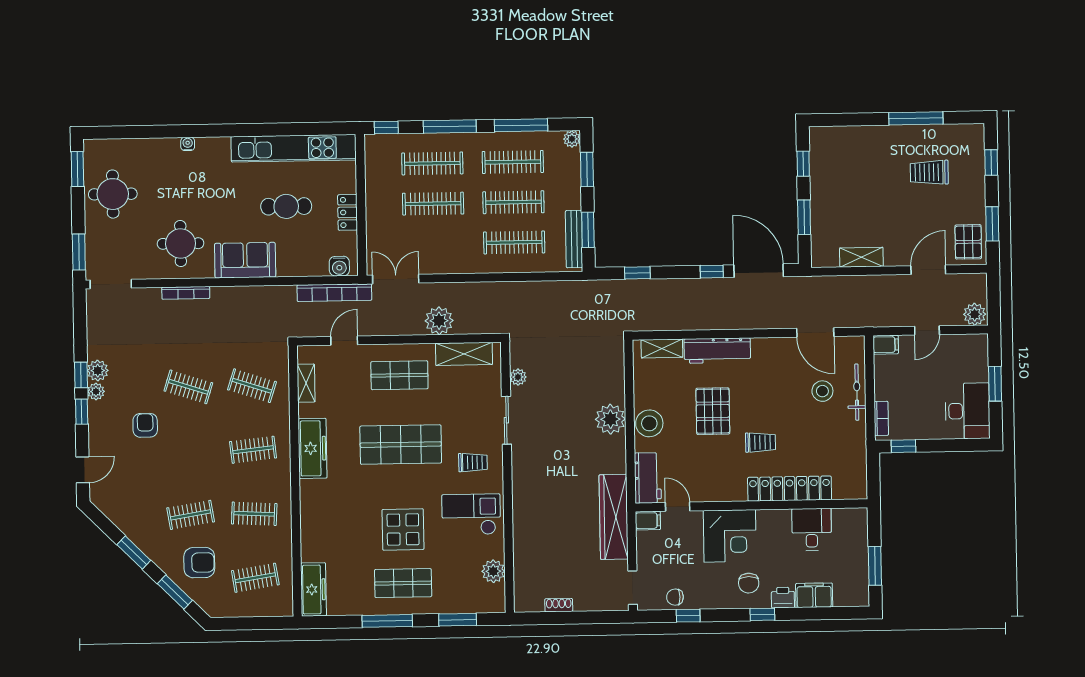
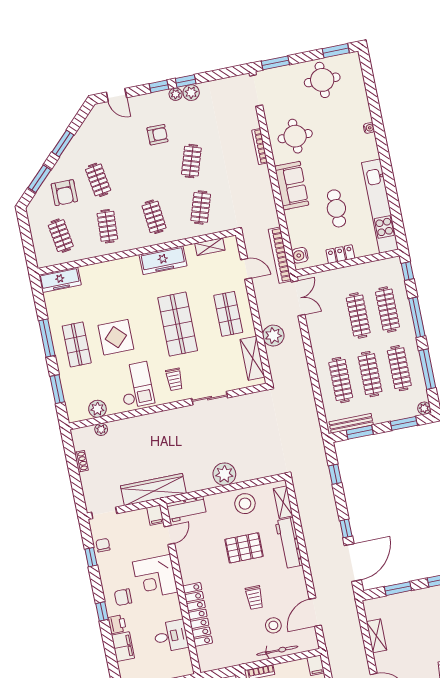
plant: (518, 377) -> (101, 429), moved
stool: (649, 423) -> (245, 504), moved
trolley: (761, 442) -> (254, 598), moved

